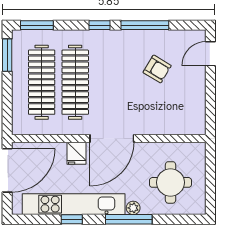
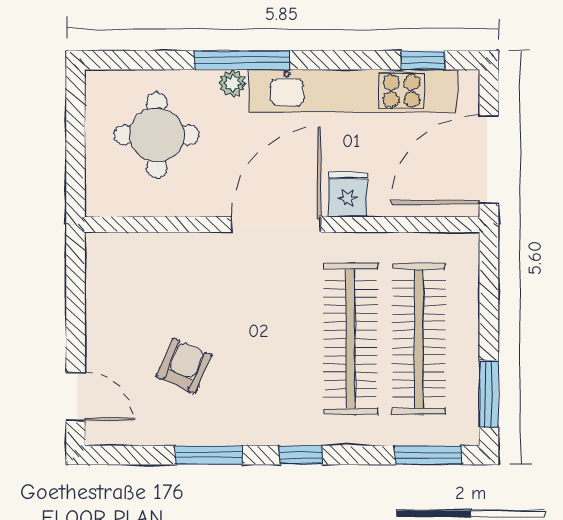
window: (145, 25) -> (209, 455), width x0.69
door: (210, 54) -> (76, 397), hinge flipped
armchair: (157, 69) -> (184, 366), turned 83
window: (72, 219) -> (423, 60), moved

